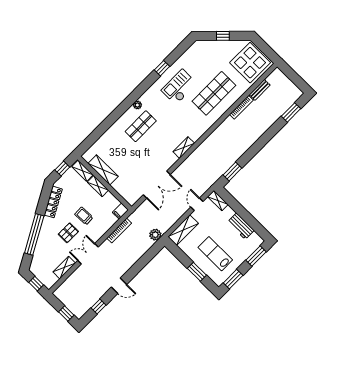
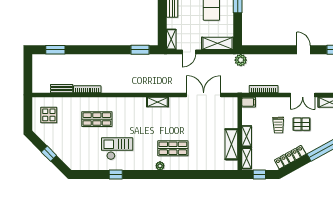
display table: (250, 63) -> (49, 115), width x0.54, depth x0.54
checkout: (179, 87) -> (117, 149), turned 180
shop shelf: (214, 93) -> (97, 119), width x0.70, depth x0.74

